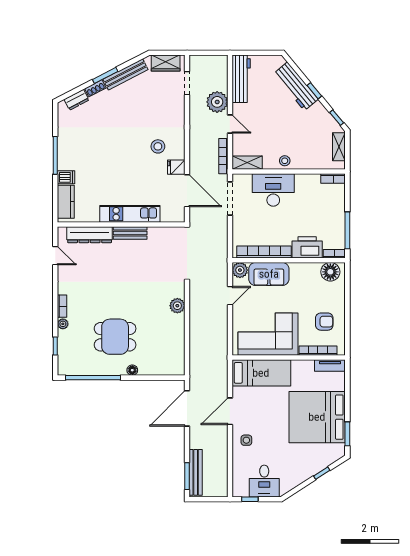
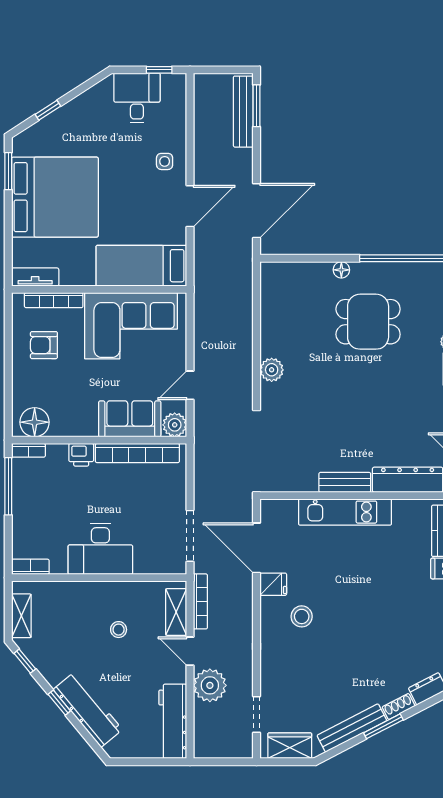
stool: (285, 161) -> (119, 630), moved
shelving: (247, 163) -> (176, 612), moved, turned 90
desk: (273, 190) -> (100, 549), moved
printer: (307, 247) -> (81, 455), width x0.53, depth x0.68

